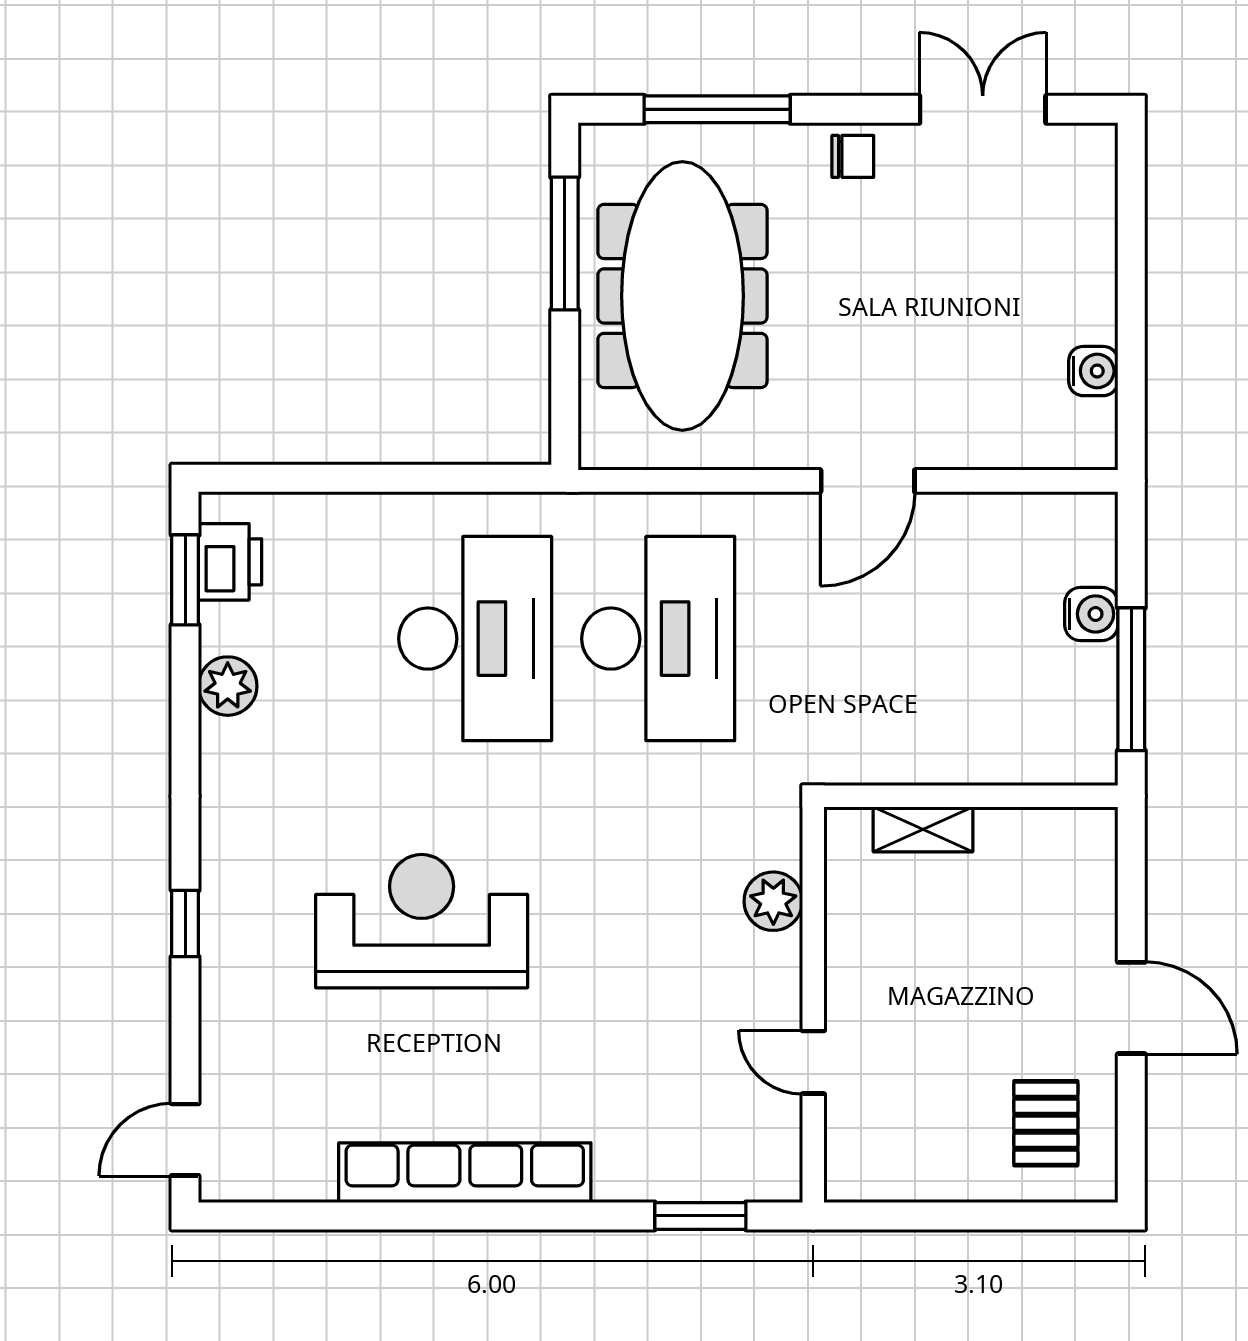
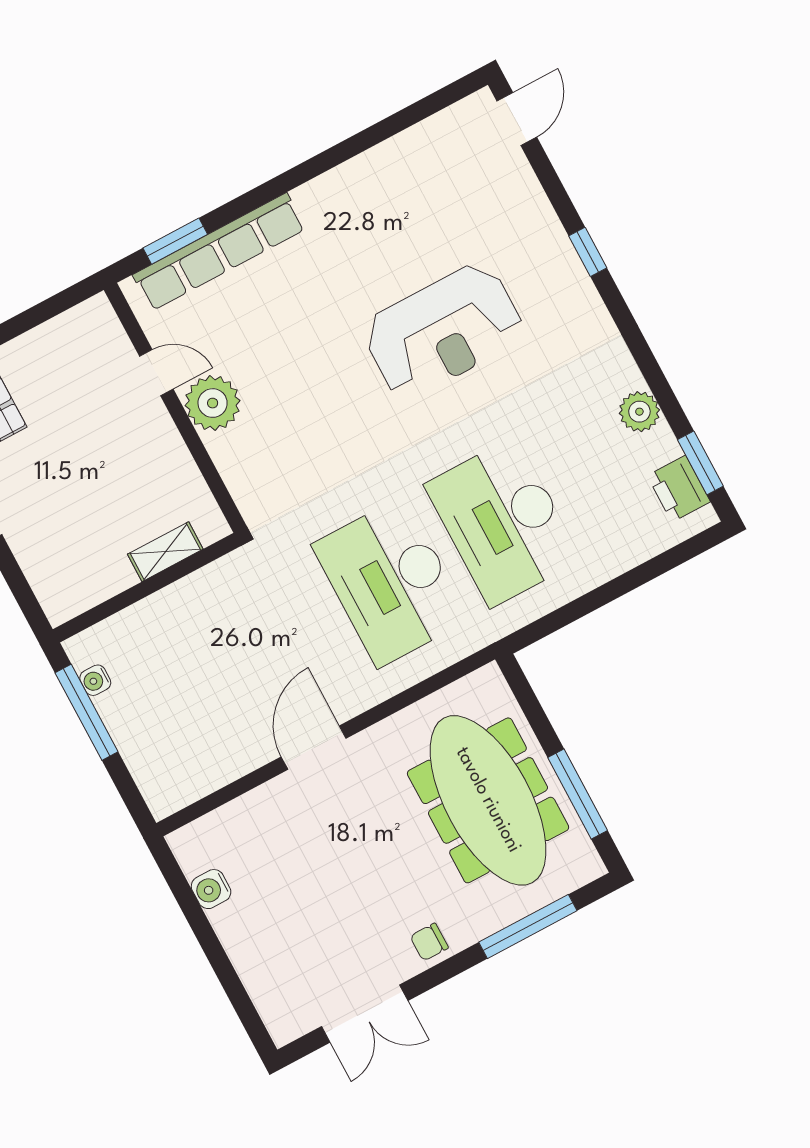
water cooler: (1091, 614) -> (95, 680), moved, width x0.72, depth x0.72
plant: (773, 901) -> (213, 403), moved, width x1.36, depth x1.36
row of seats: (465, 1173) -> (219, 252), moved

